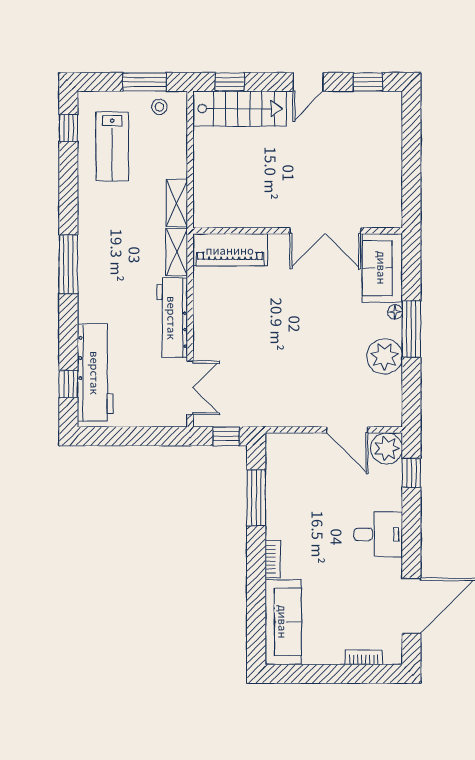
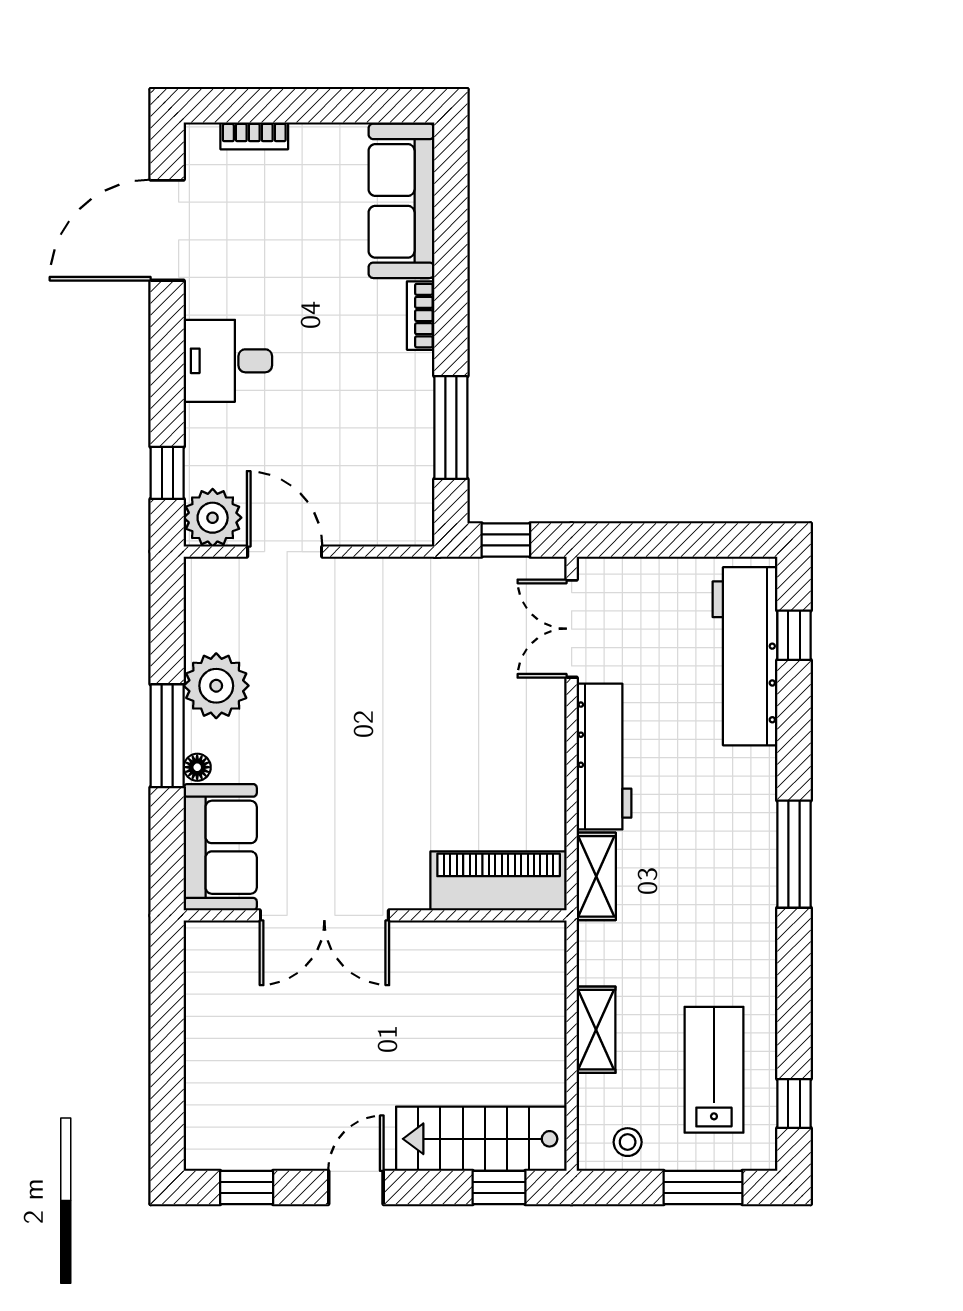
window: (145, 82) -> (703, 1188), moved
shelving: (177, 203) -> (596, 1030), moved
double door: (325, 231) -> (324, 915), swing flipped

